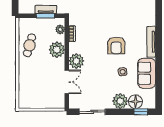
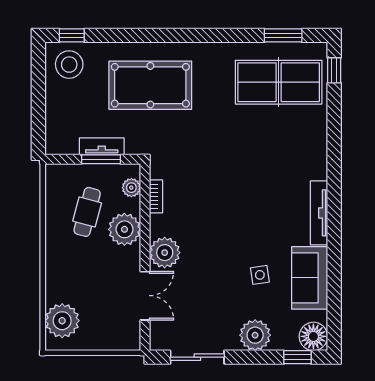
cafe table: (30, 45) -> (87, 212), moved
armchair: (116, 46) -> (247, 221), removed
plant: (27, 94) -> (62, 321), added
floor lamp: (135, 102) -> (313, 336), moved

